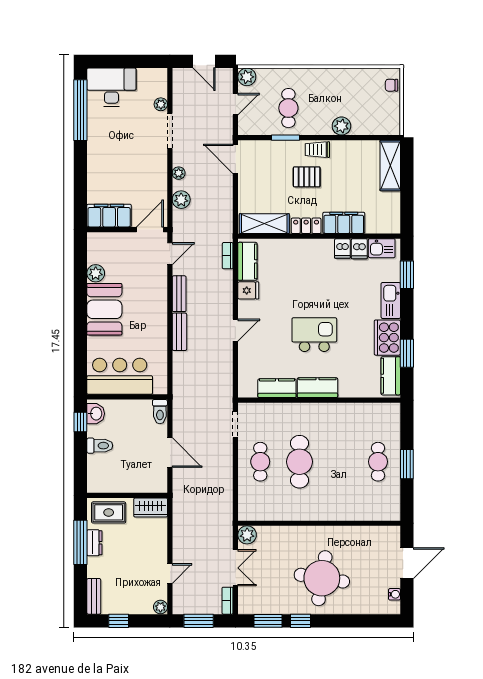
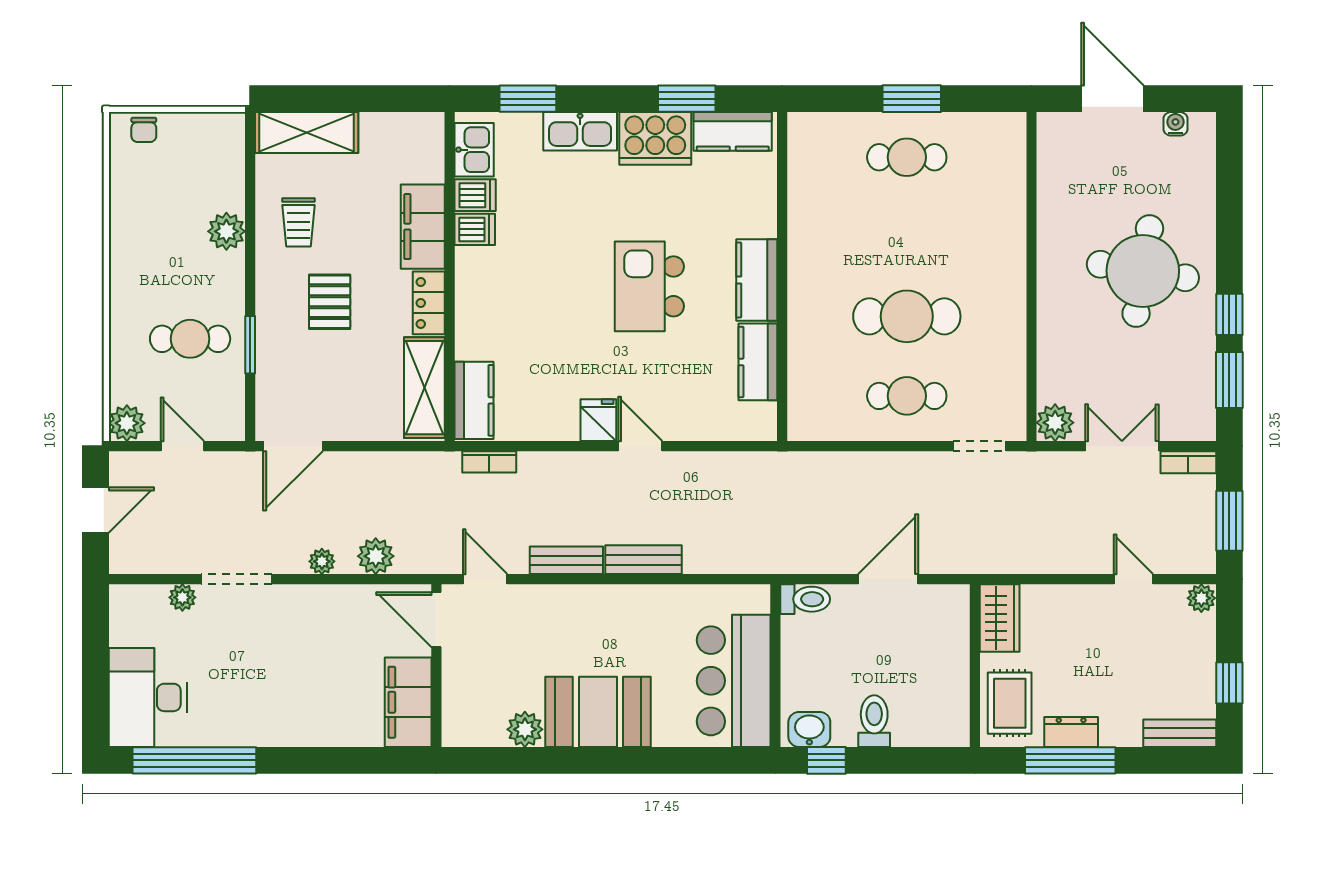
trolley: (317, 150) -> (298, 222), moved
kitchen counter: (247, 261) -> (474, 400), moved, turned 90
fridge: (248, 290) -> (598, 420), moved
doorway: (235, 424) -> (979, 446), moved

